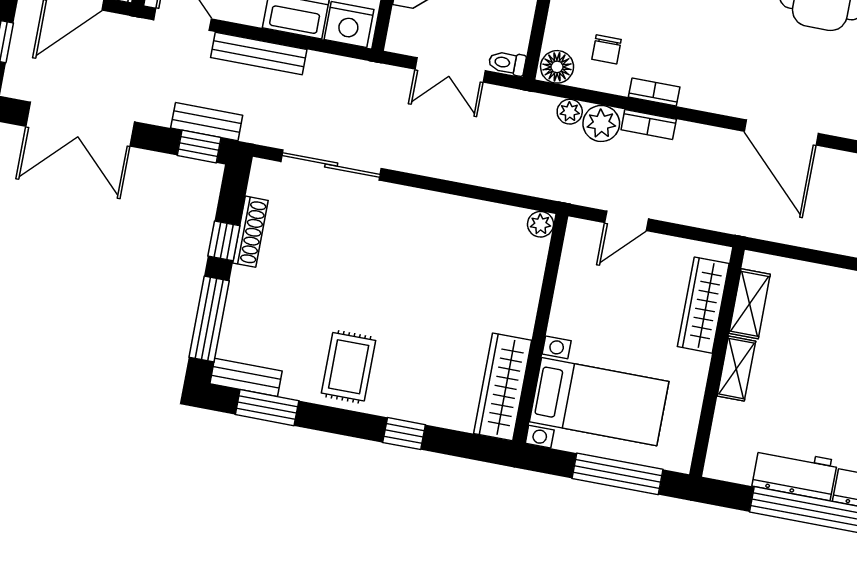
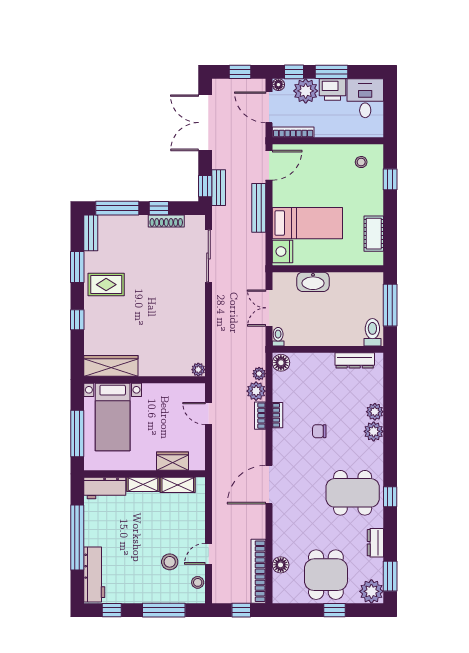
chair: (607, 49) -> (319, 431), moved
wardrobe: (703, 305) -> (172, 461), width x0.67
window: (267, 408) -> (77, 267), moved
workbench: (795, 473) -> (105, 488), moved, turned 90

